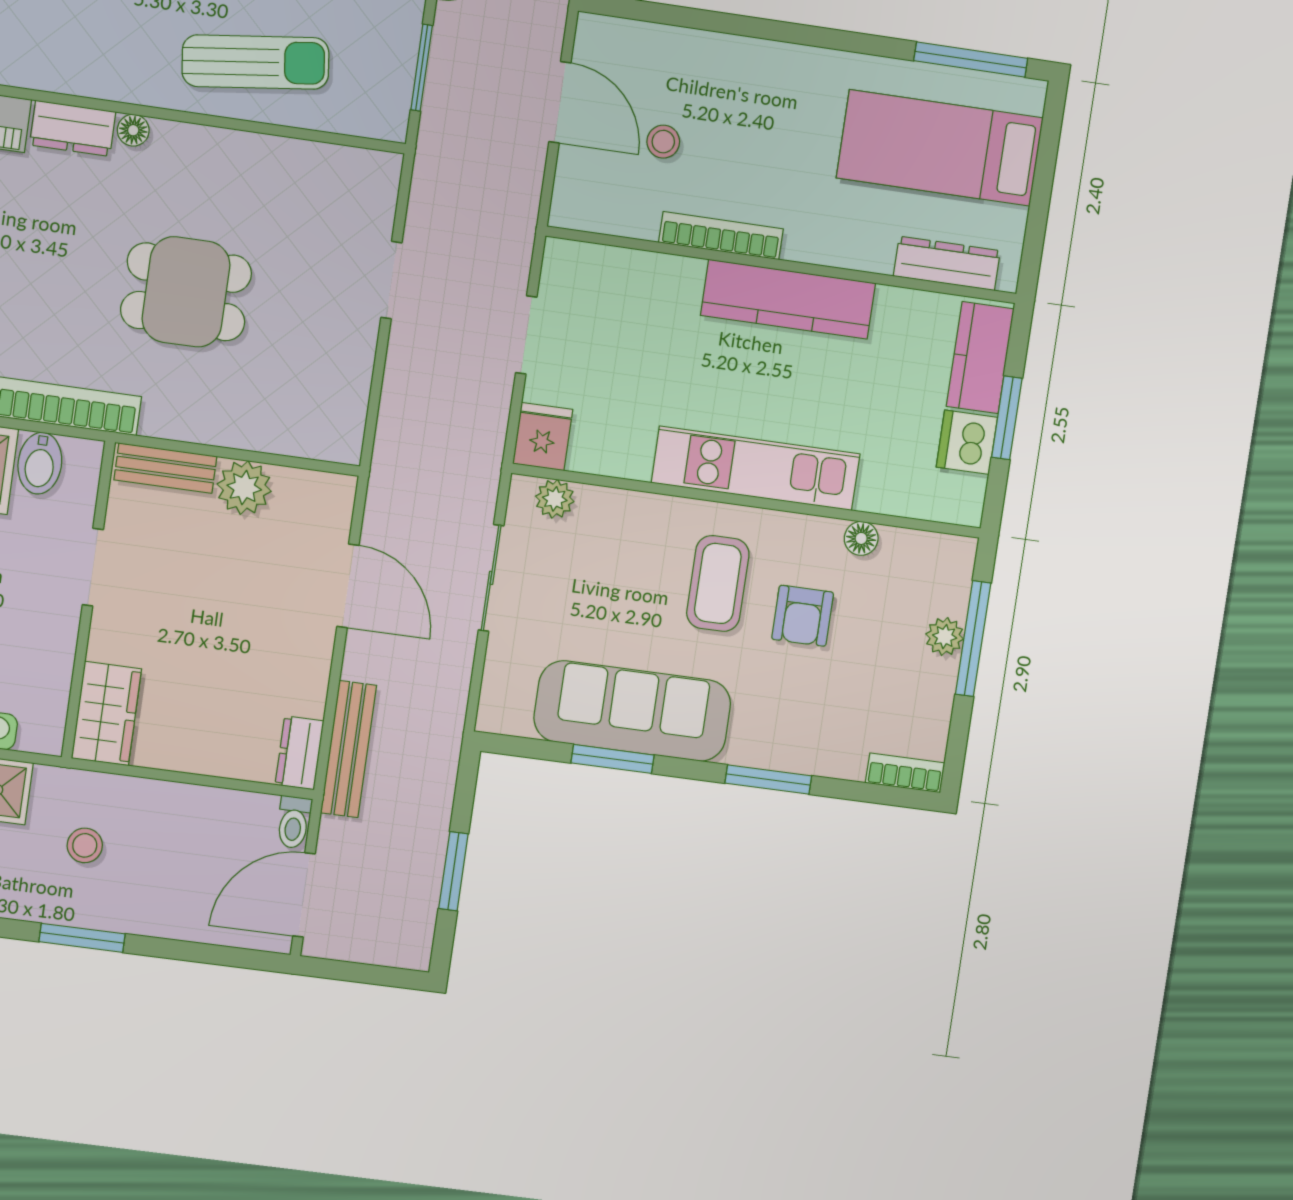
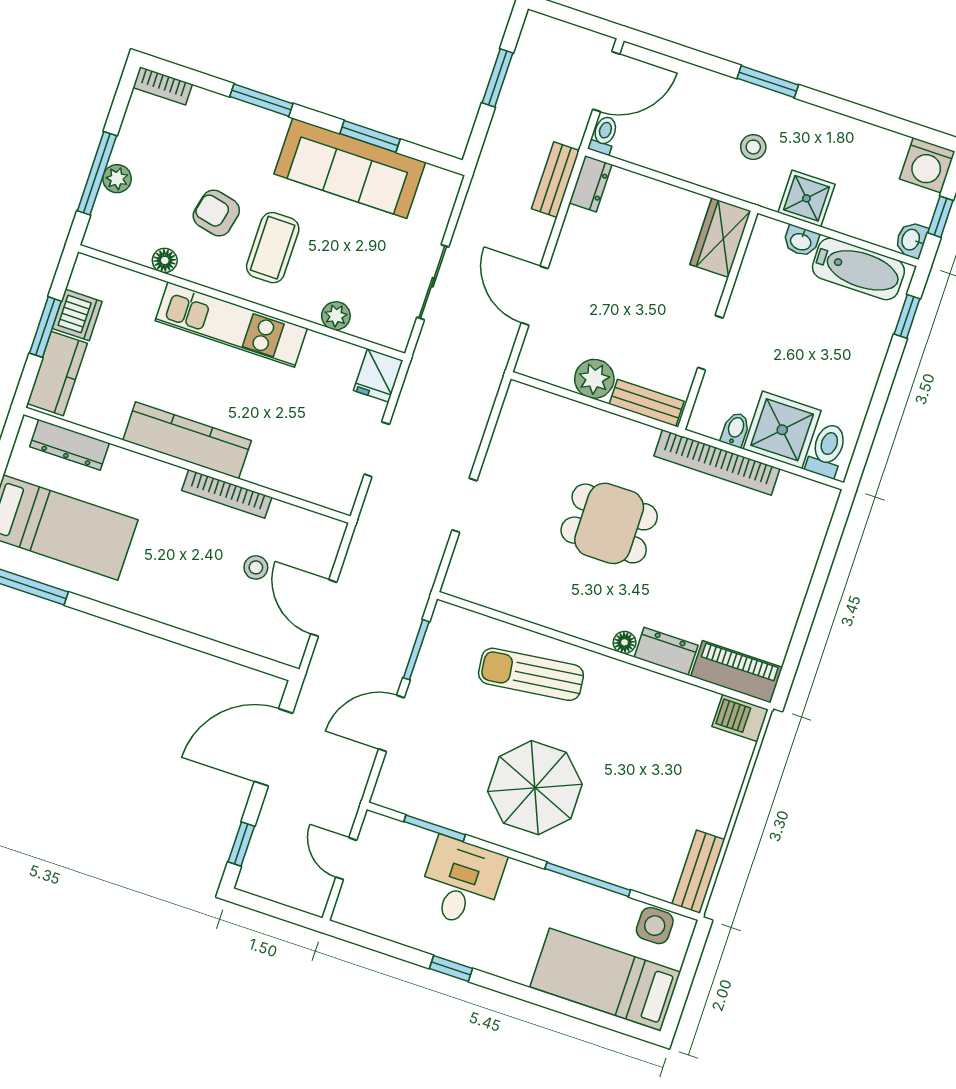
bidet: (40, 463) -> (735, 429), width x0.72, depth x0.74
plant: (555, 499) -> (336, 316), moved
armchair: (803, 616) -> (216, 213), turned -77
bench: (349, 749) -> (556, 180), width x0.73

